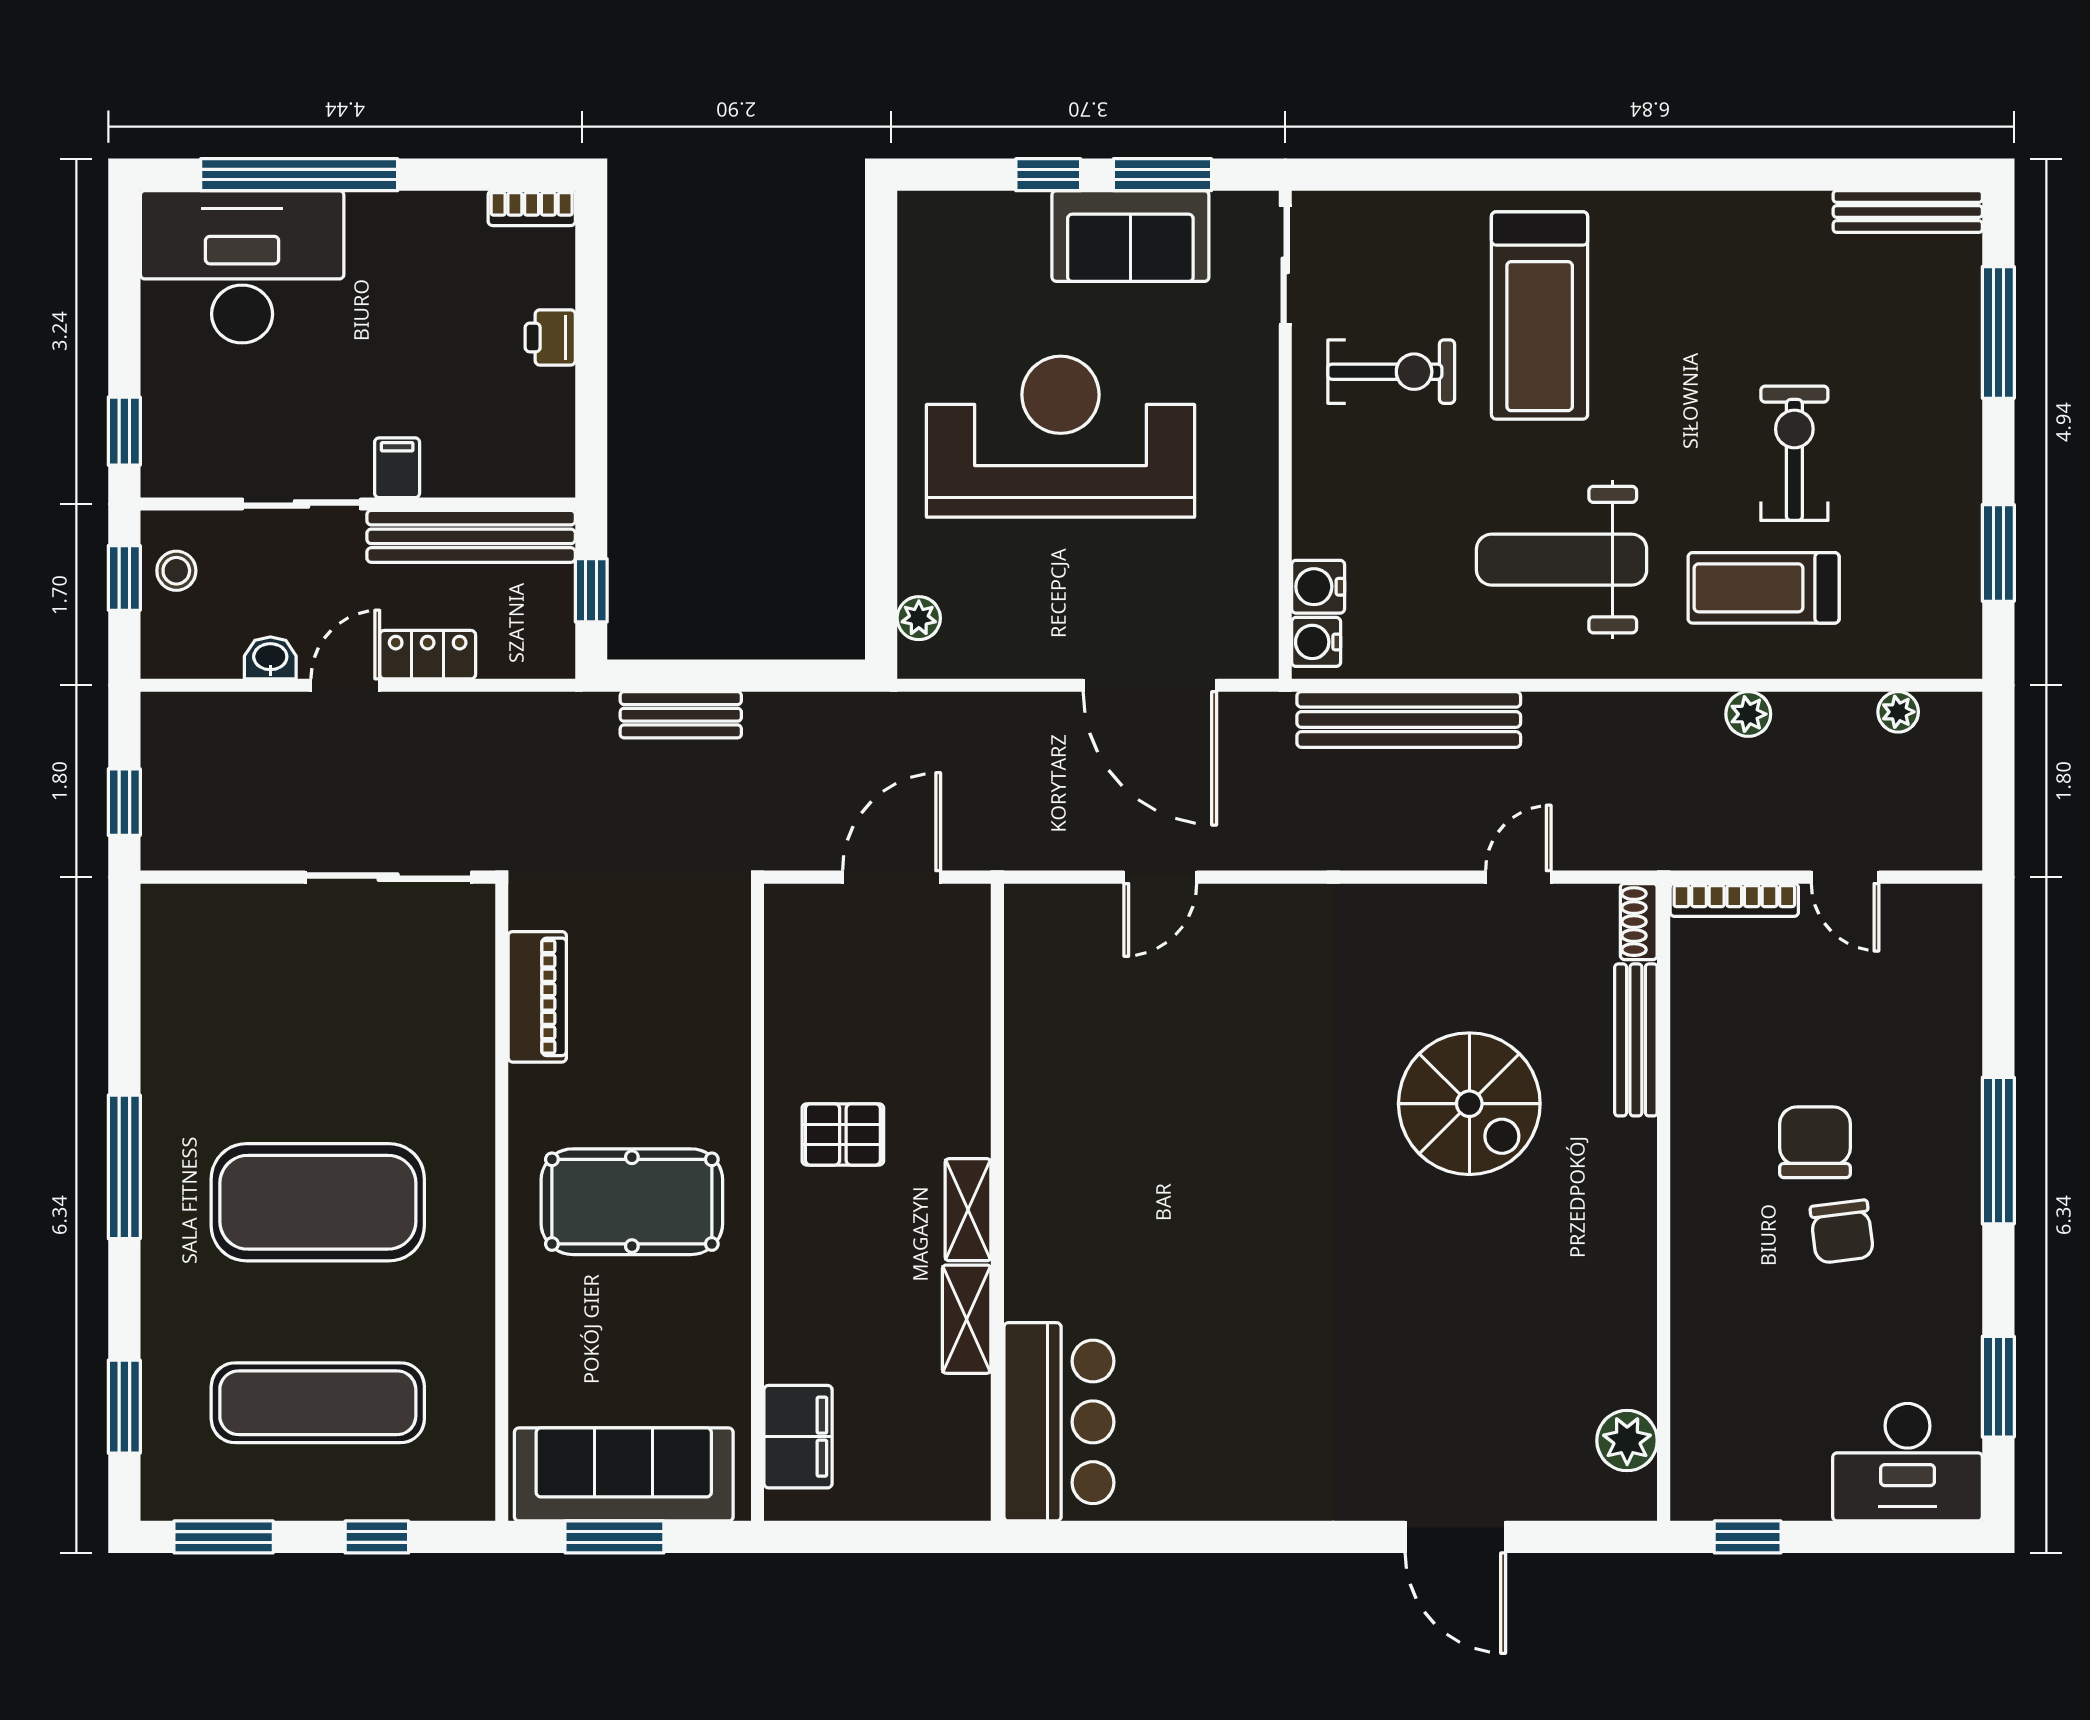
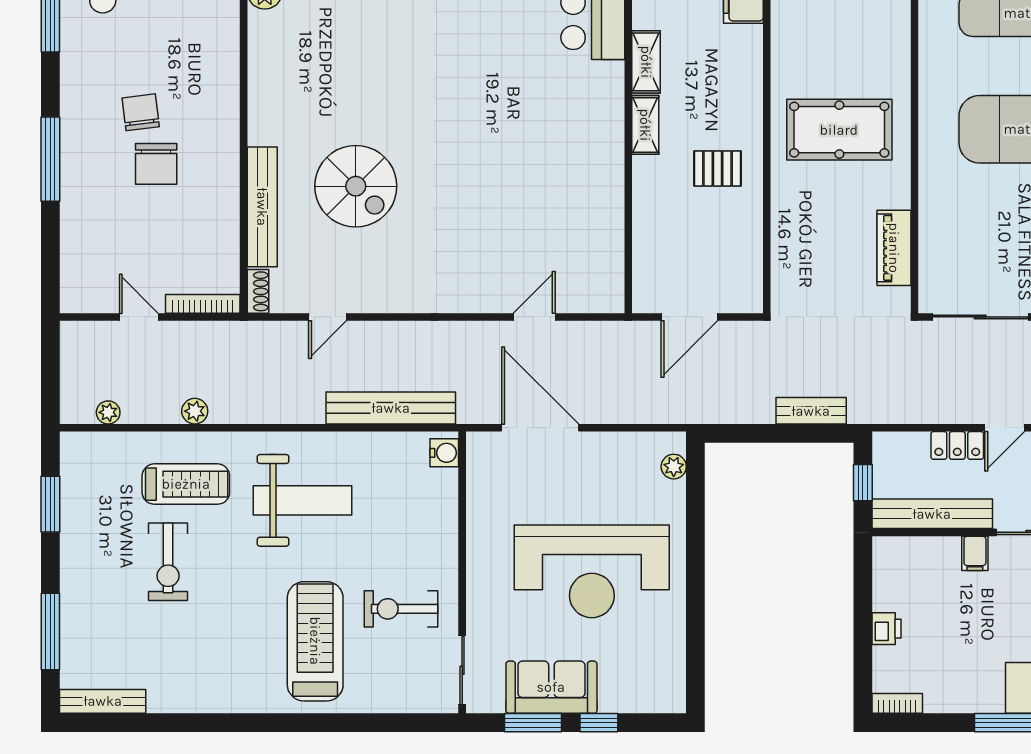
water cooler: (1318, 587) -> (443, 485), removed
bench: (1636, 1040) -> (262, 207), width x1.37, depth x1.21
spiral stairs: (1469, 1104) -> (356, 186), turned 180

